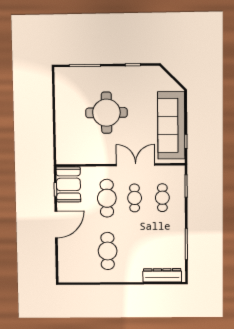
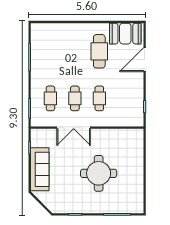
sofa: (171, 125) -> (40, 169), width x0.74, depth x0.79
booth: (68, 184) -> (125, 34), moved, turned 90
cafe table: (107, 198) -> (99, 98), width x0.73, depth x0.74
door: (56, 224) -> (145, 60), moved
dresser: (162, 275) -> (51, 29), removed

